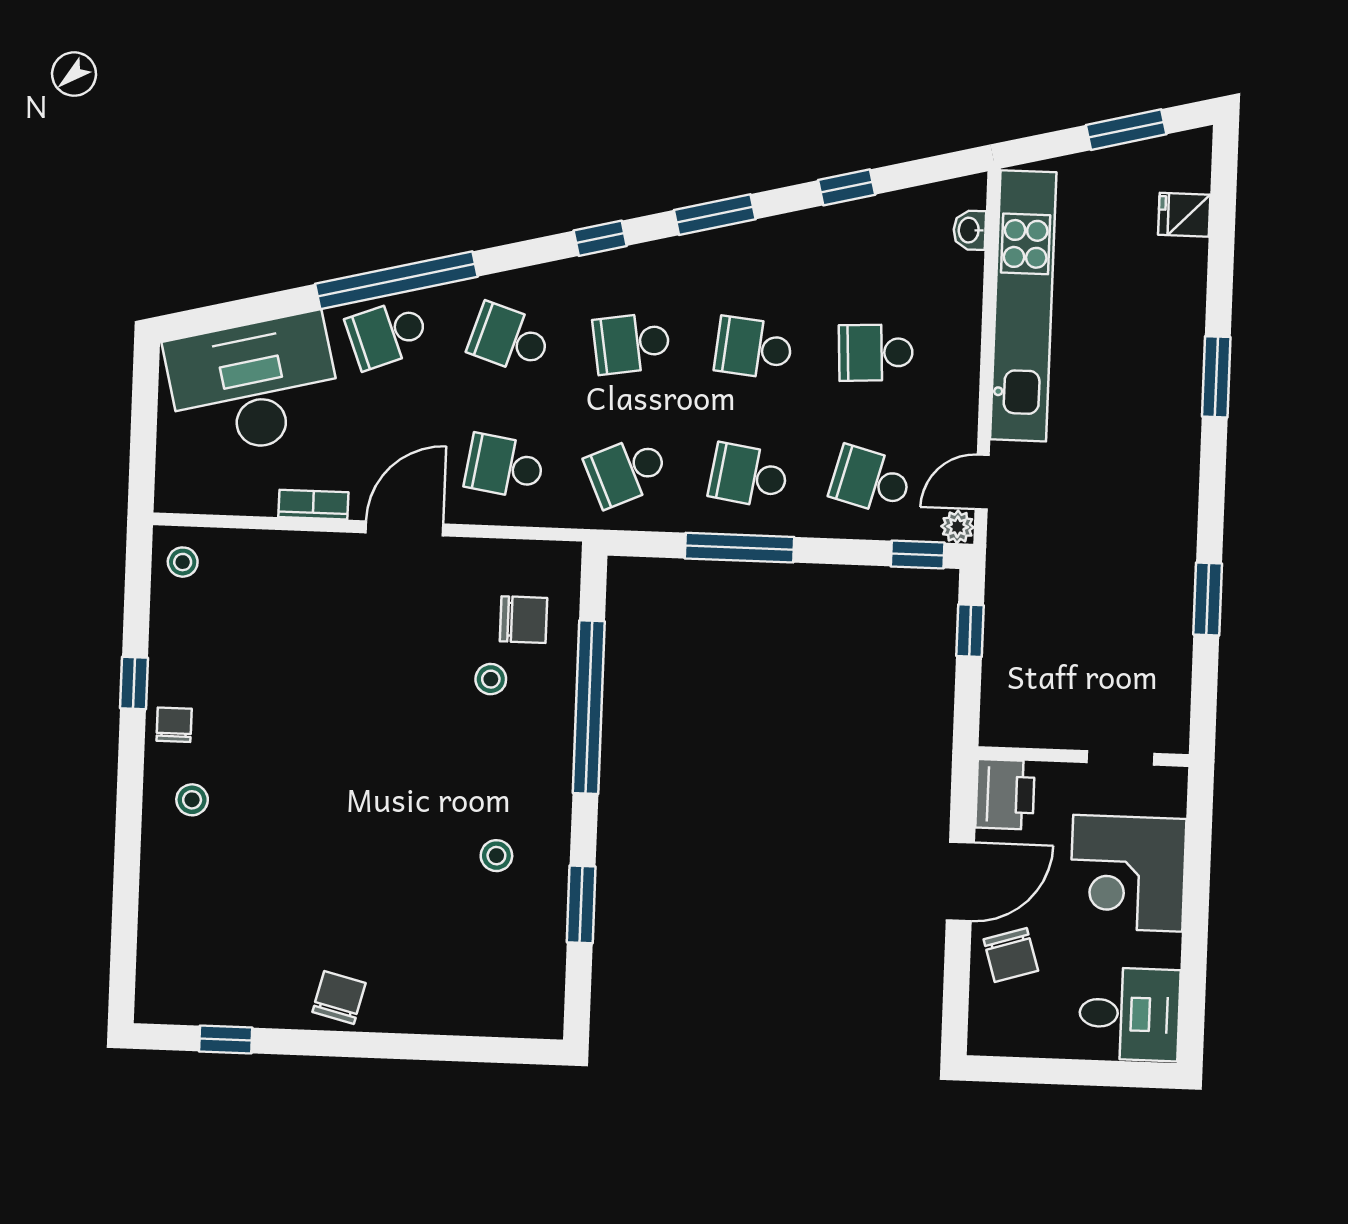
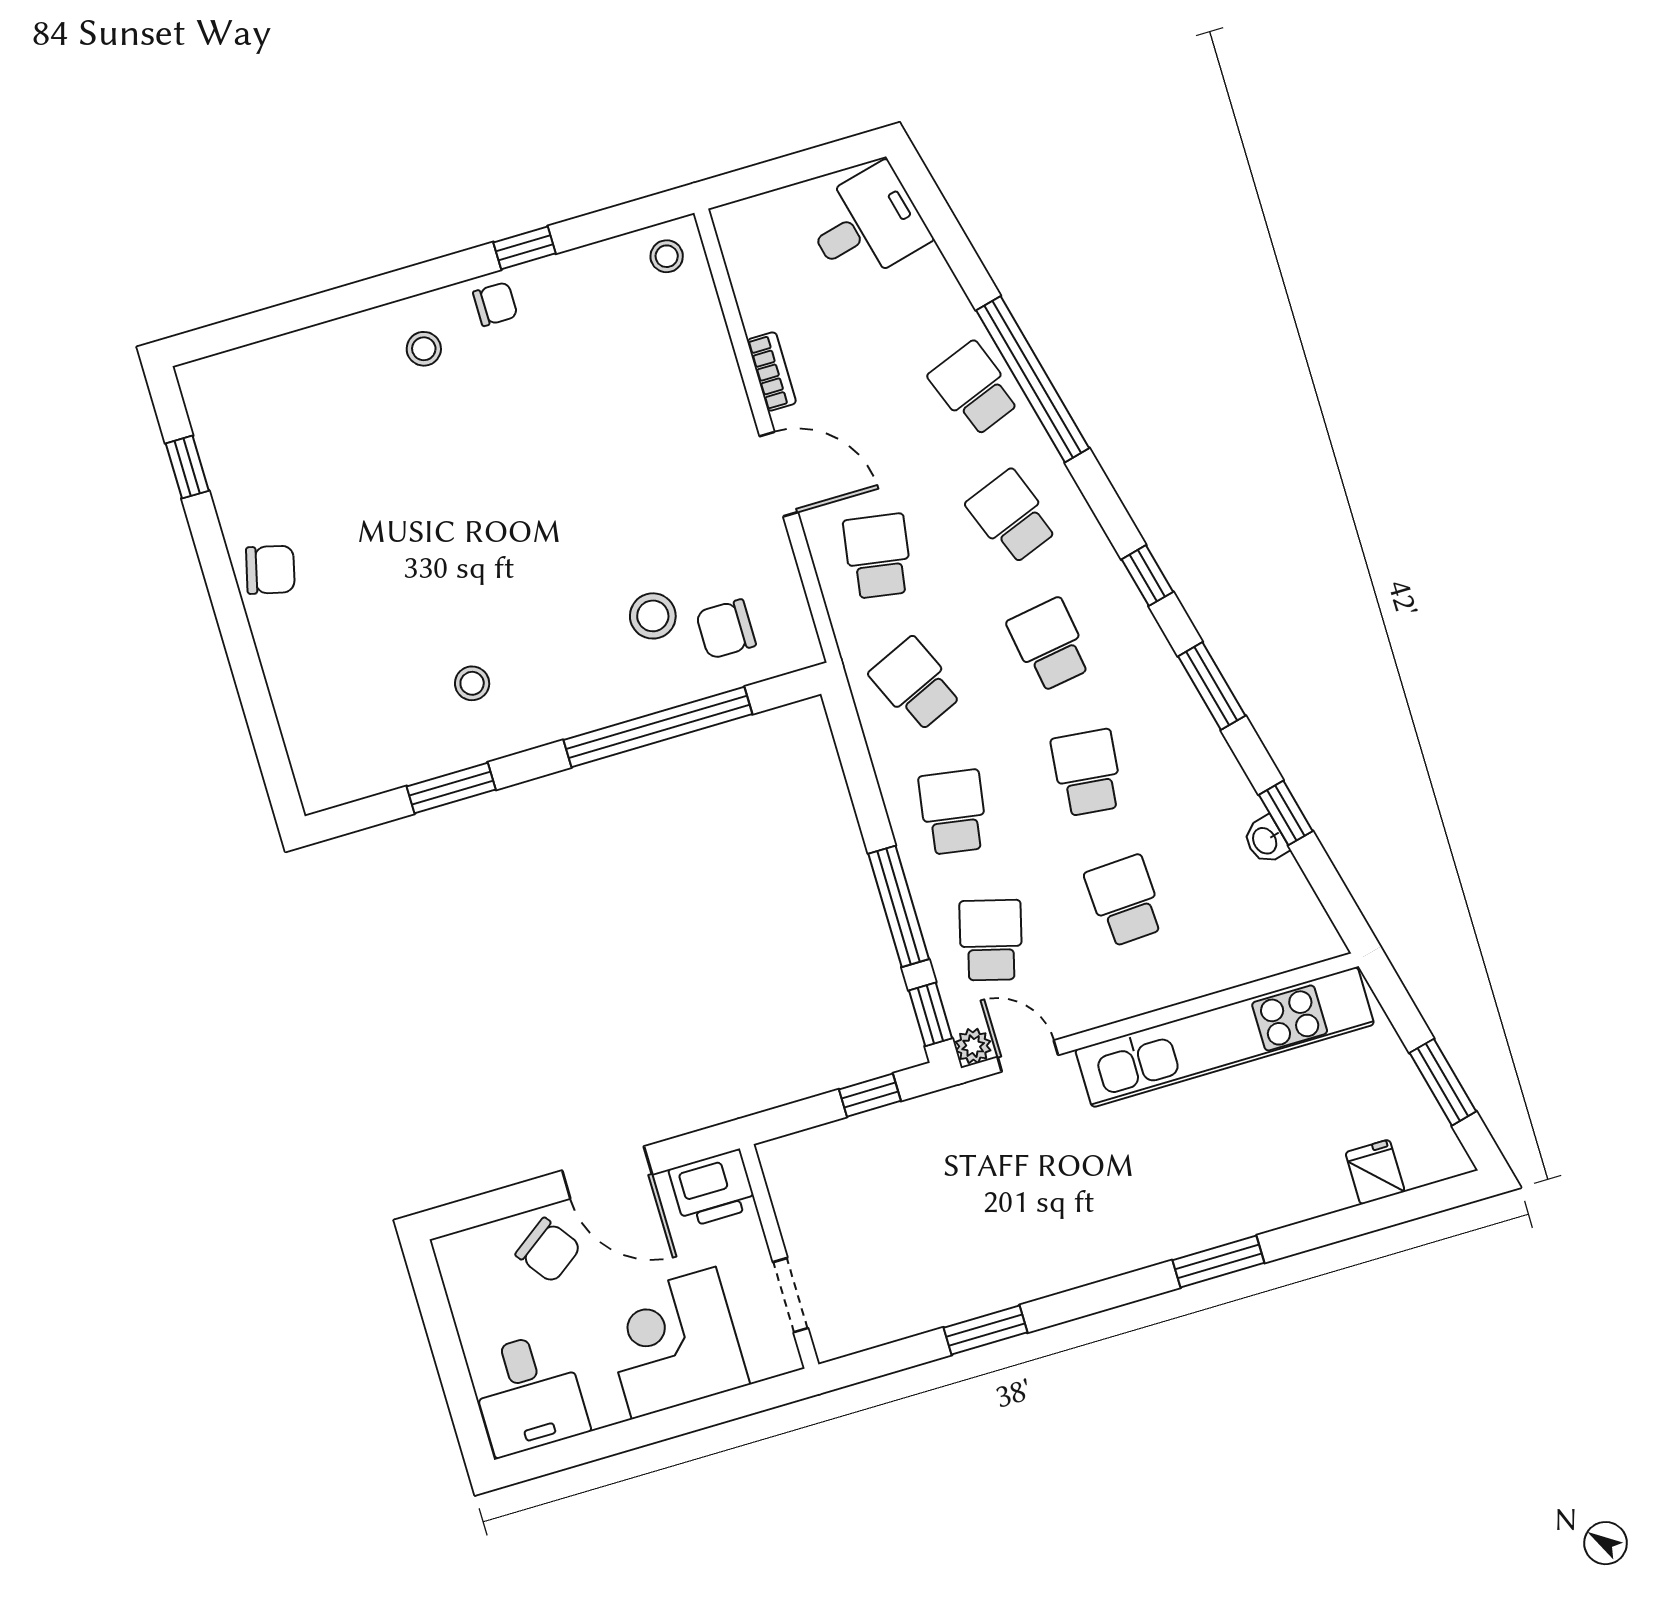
washbasin: (970, 230) -> (1266, 840), moved, turned -104
school desk: (510, 339) -> (1012, 517), turned -39
desk: (254, 385) -> (867, 224), width x0.53, depth x0.77
window: (739, 548) -> (899, 906), moved
chair: (523, 620) -> (726, 629), turned 90
stool: (491, 679) -> (653, 616), width x1.37, depth x1.37
chair: (1011, 955) -> (548, 1250), turned -109

